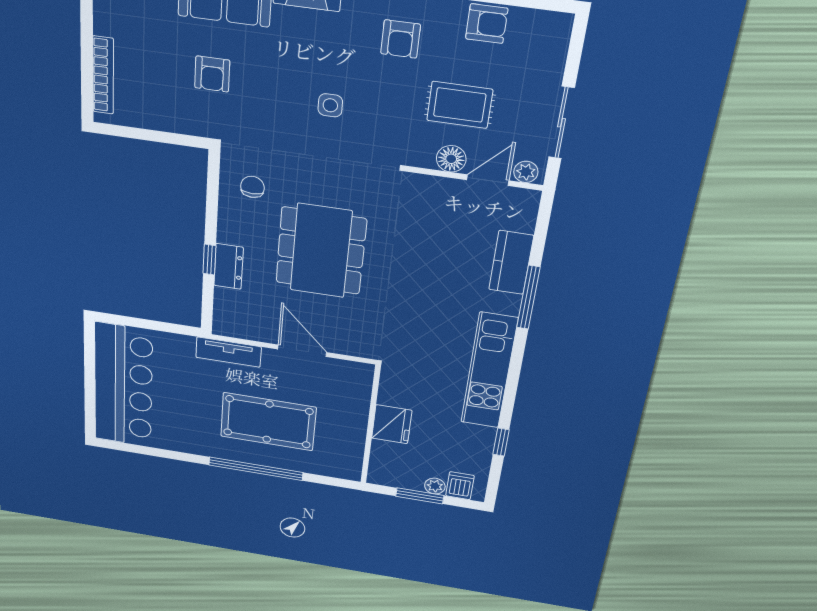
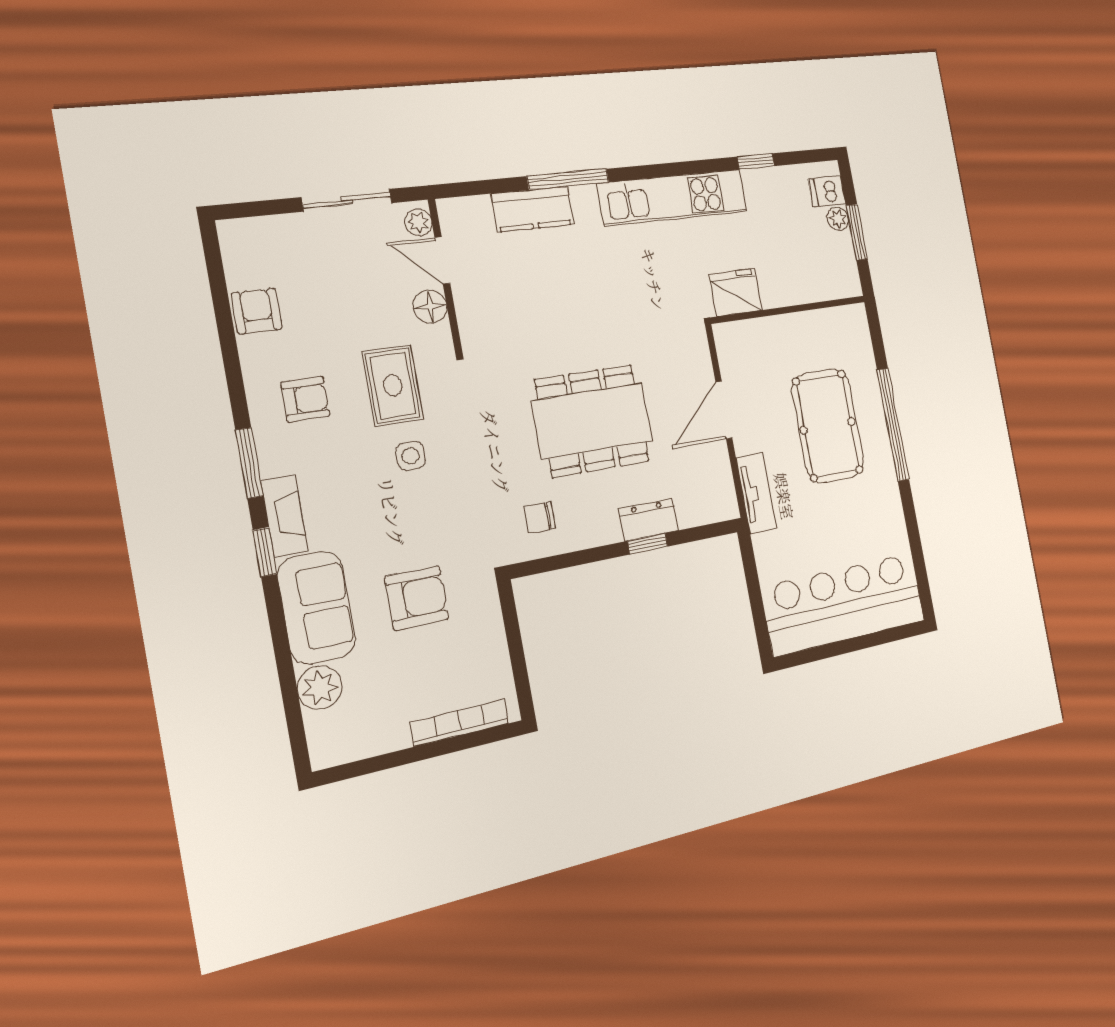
armchair: (212, 74) -> (417, 598), width x1.38, depth x1.38
rug: (460, 105) -> (393, 385), moved
fridge: (392, 424) -> (736, 292), moved

